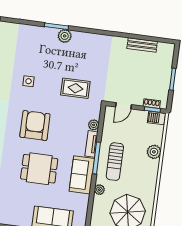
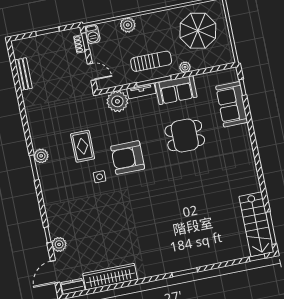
rug: (75, 88) -> (83, 146), moved
armchair: (35, 125) -> (128, 158), moved
plant: (94, 125) -> (117, 101), width x1.88, depth x1.88
dining table: (39, 169) -> (185, 136), turned 90

